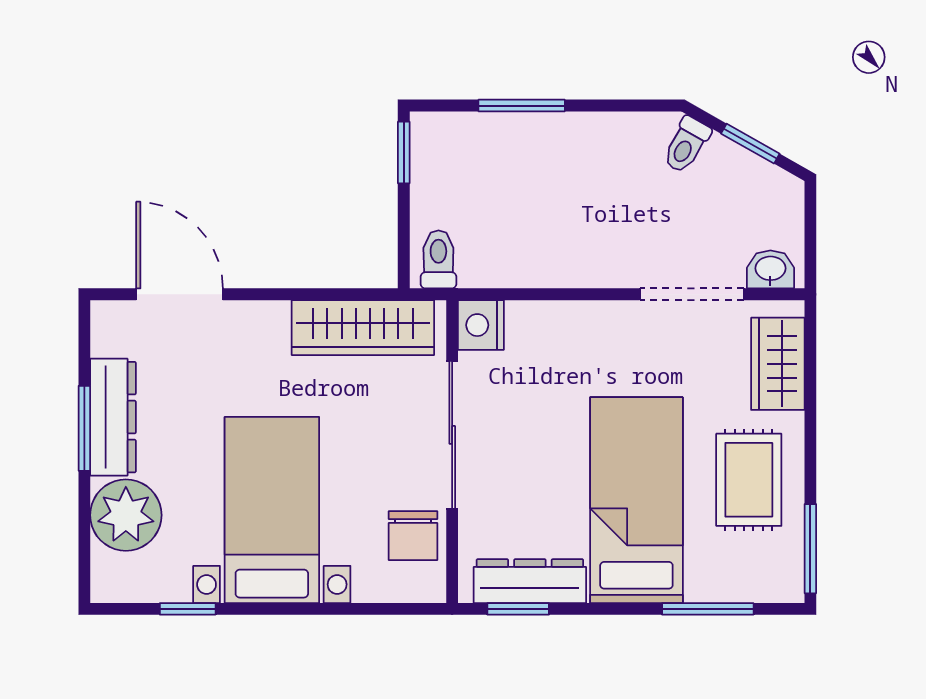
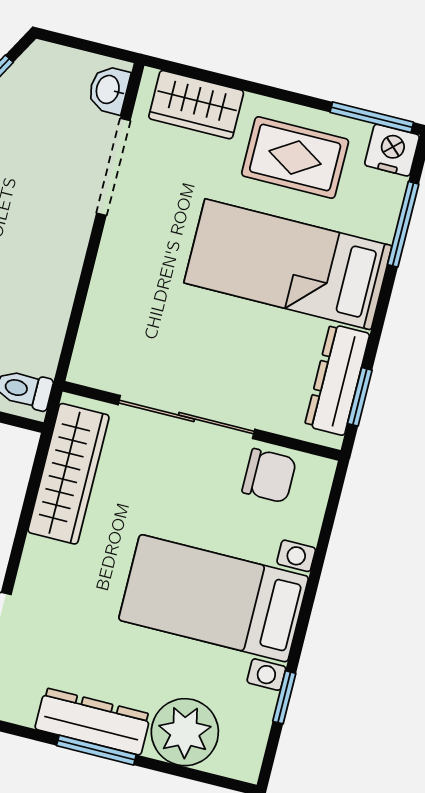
nightstand: (481, 325) -> (392, 150), moved, turned 180

